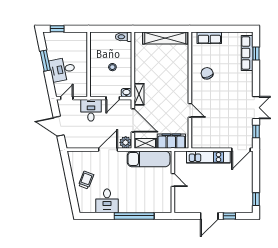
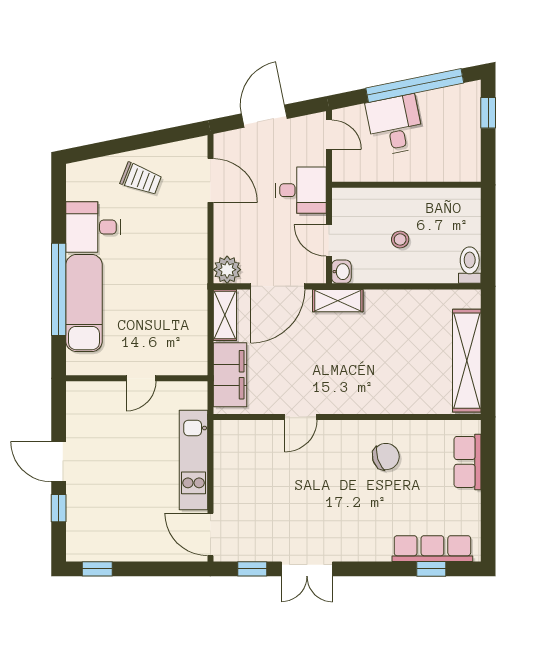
window: (45, 61) -> (415, 86), width x2.11
door: (108, 150) -> (210, 180), moved
exam couch: (149, 159) -> (84, 303), moved, turned 180

